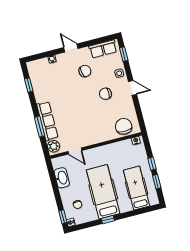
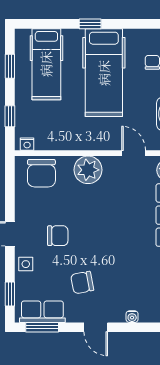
window: (101, 40) -> (42, 327), added
plant: (98, 135) -> (88, 170), added
window: (152, 164) -> (10, 116), moved
window: (108, 220) -> (90, 24), moved

